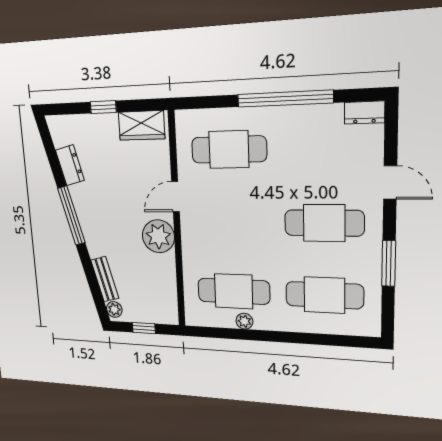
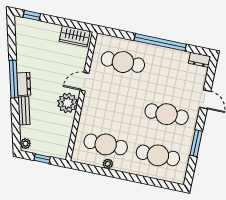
window: (103, 107) -> (32, 15), moved
dresser: (70, 165) -> (24, 84), moved
bench: (105, 279) -> (24, 111), moved

